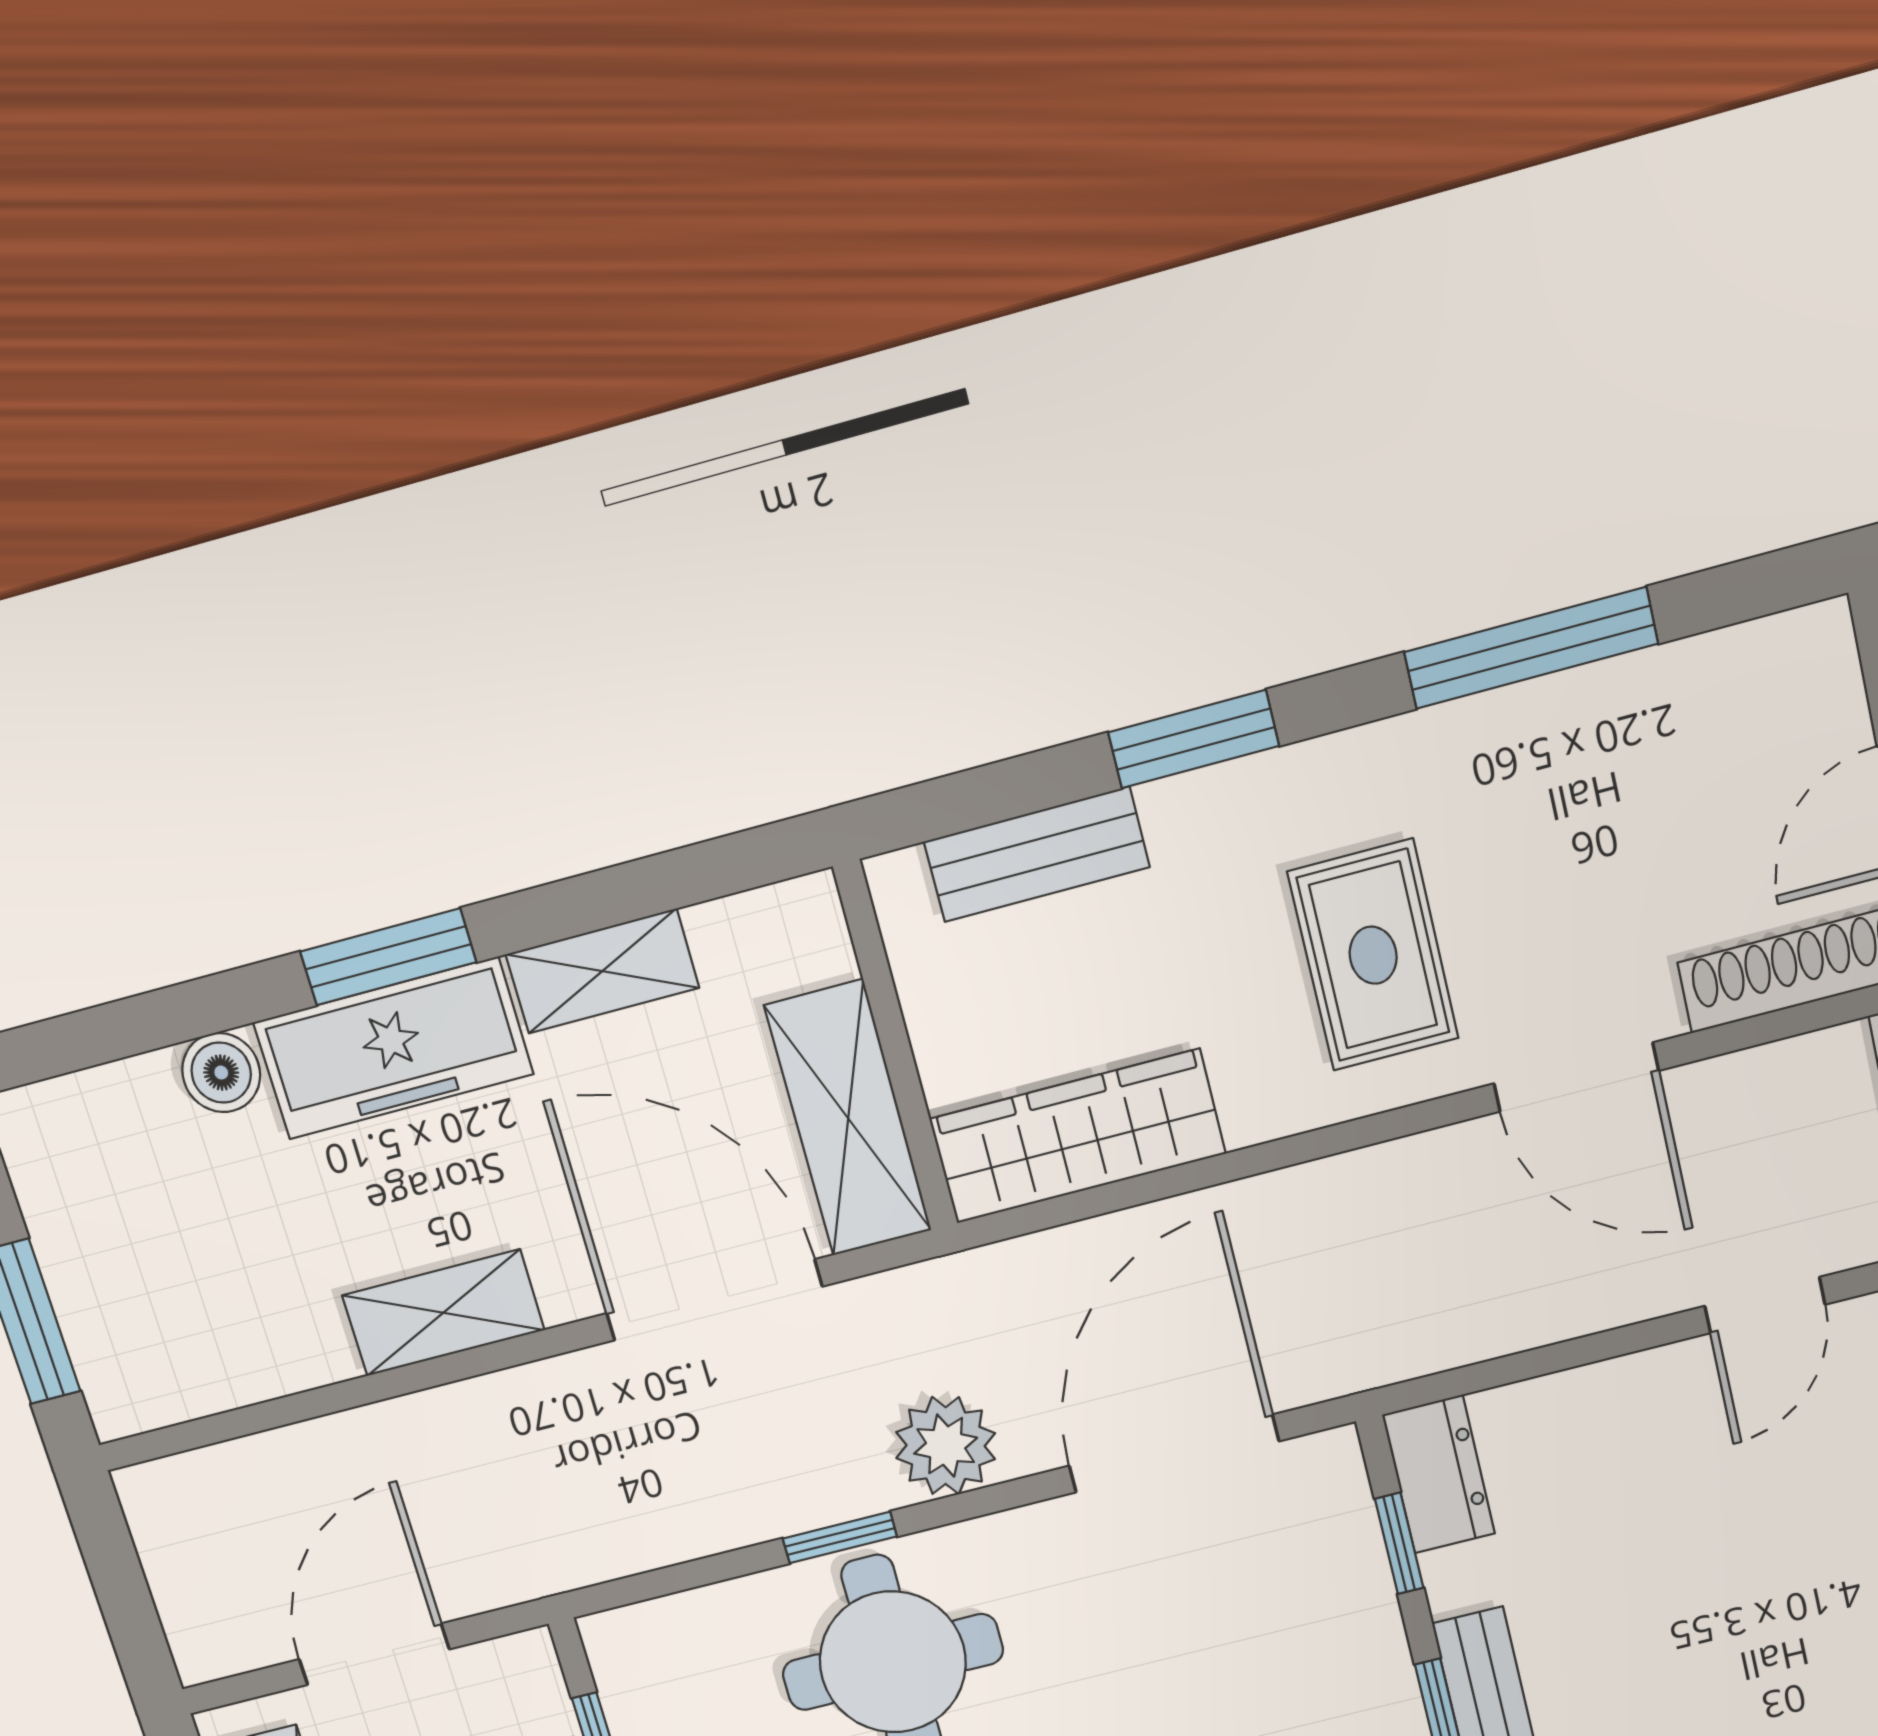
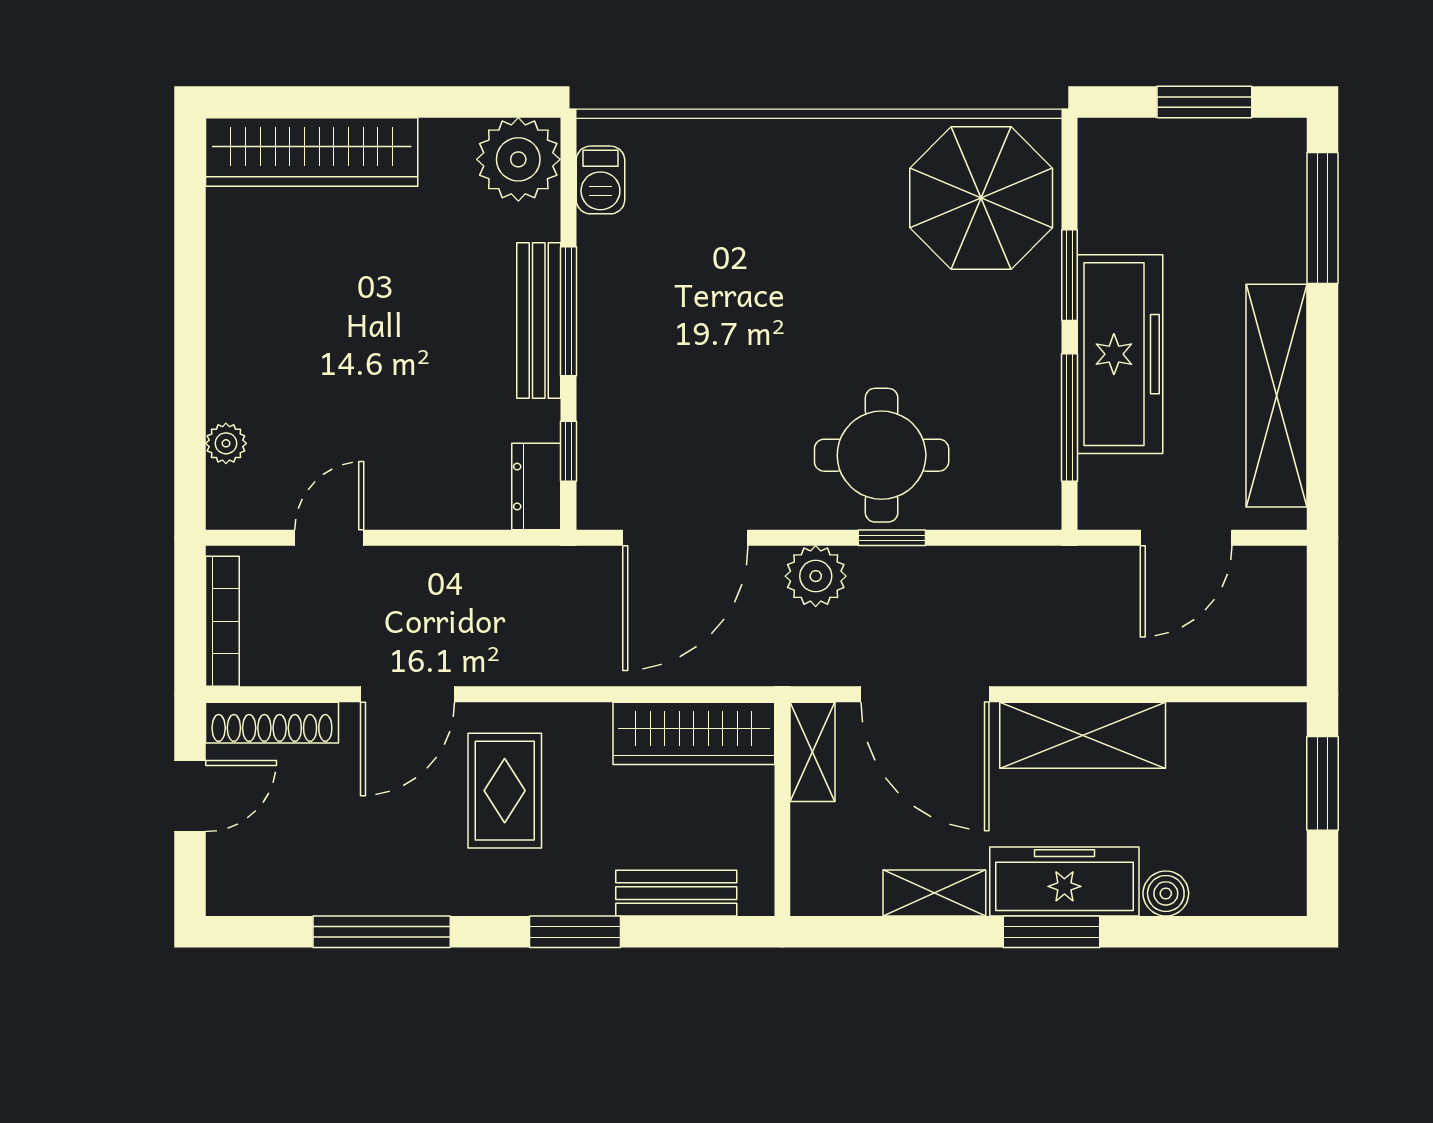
door: (1576, 1077) -> (408, 694), swing flipped
shelving: (848, 1118) -> (813, 752), width x0.67, depth x0.75
shelving: (443, 1313) -> (1083, 735), width x1.50, depth x1.33

